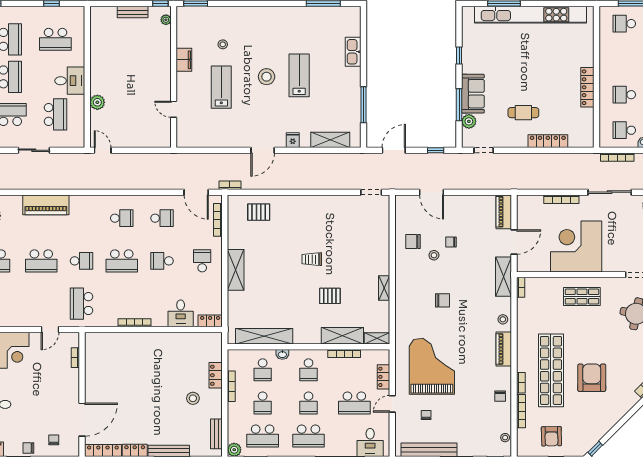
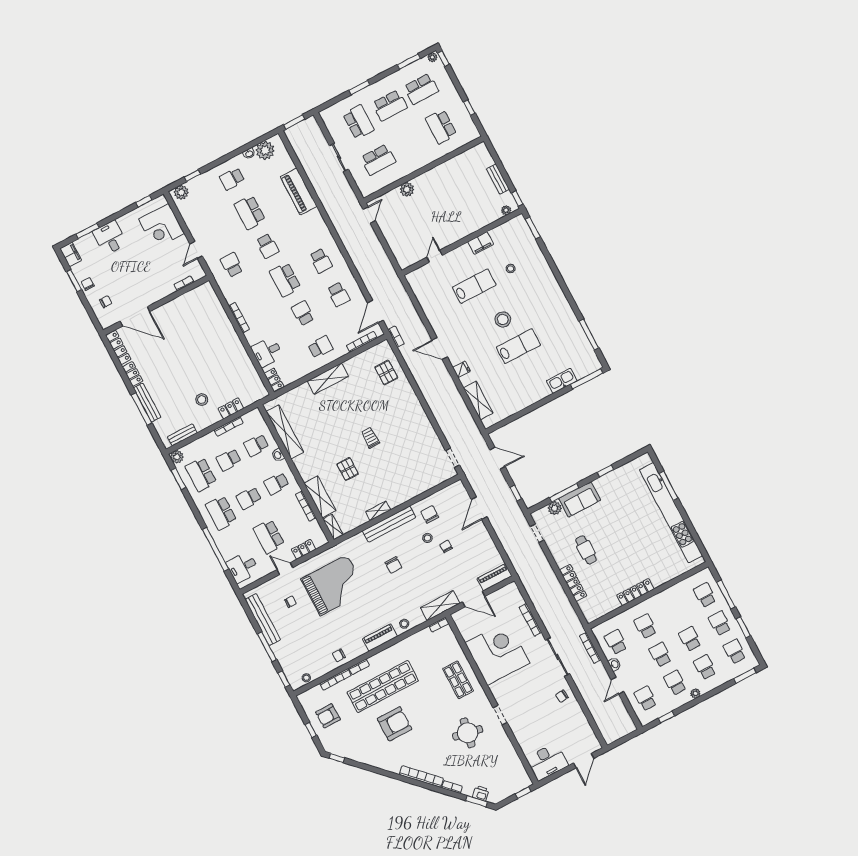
desk: (70, 81) -> (413, 157), removed
window: (363, 105) -> (587, 379), moved
bench: (402, 284) -> (389, 524), added
school desk: (82, 304) -> (232, 265), width x0.54
door: (50, 330) -> (196, 250), hinge flipped

